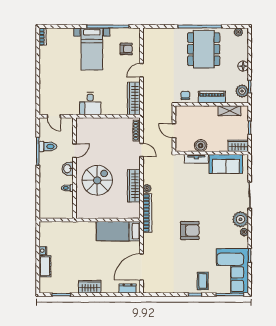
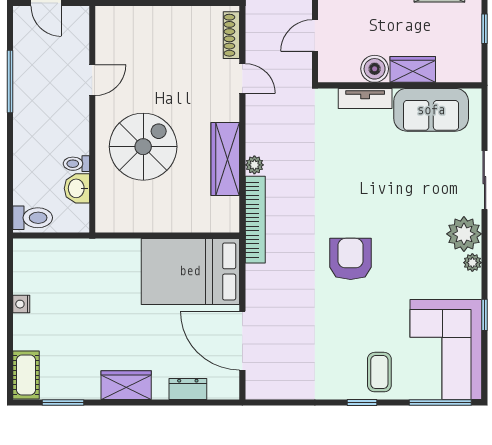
door: (174, 131) -> (315, 36), hinge flipped
wardrobe: (238, 146) -> (413, 69), moved
toilet: (48, 147) -> (33, 218), moved
washbasin: (68, 169) -> (77, 188), moved
armchair: (190, 230) -> (351, 259), turned -90
bed: (118, 231) -> (190, 271), width x1.50
cot: (45, 266) -> (26, 375), moved
door: (142, 267) -> (242, 341), hinge flipped
dresser: (128, 289) -> (188, 389), moved

